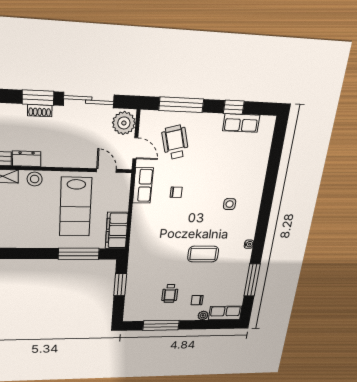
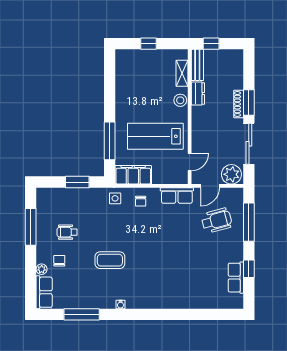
shoe rack: (40, 111) -> (239, 104), width x1.43
chair: (176, 192) -> (141, 201), moved
side table: (230, 204) -> (115, 198), moved
coffee table: (203, 254) -> (110, 260), turned 90

